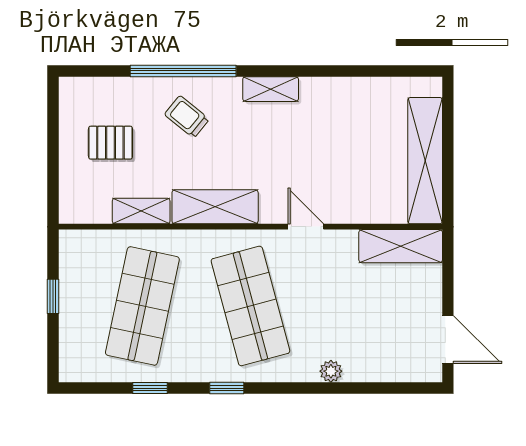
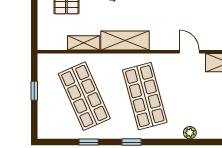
door: (306, 227) -> (189, 52), moved
shop shelf: (142, 306) -> (84, 96), turned -36

